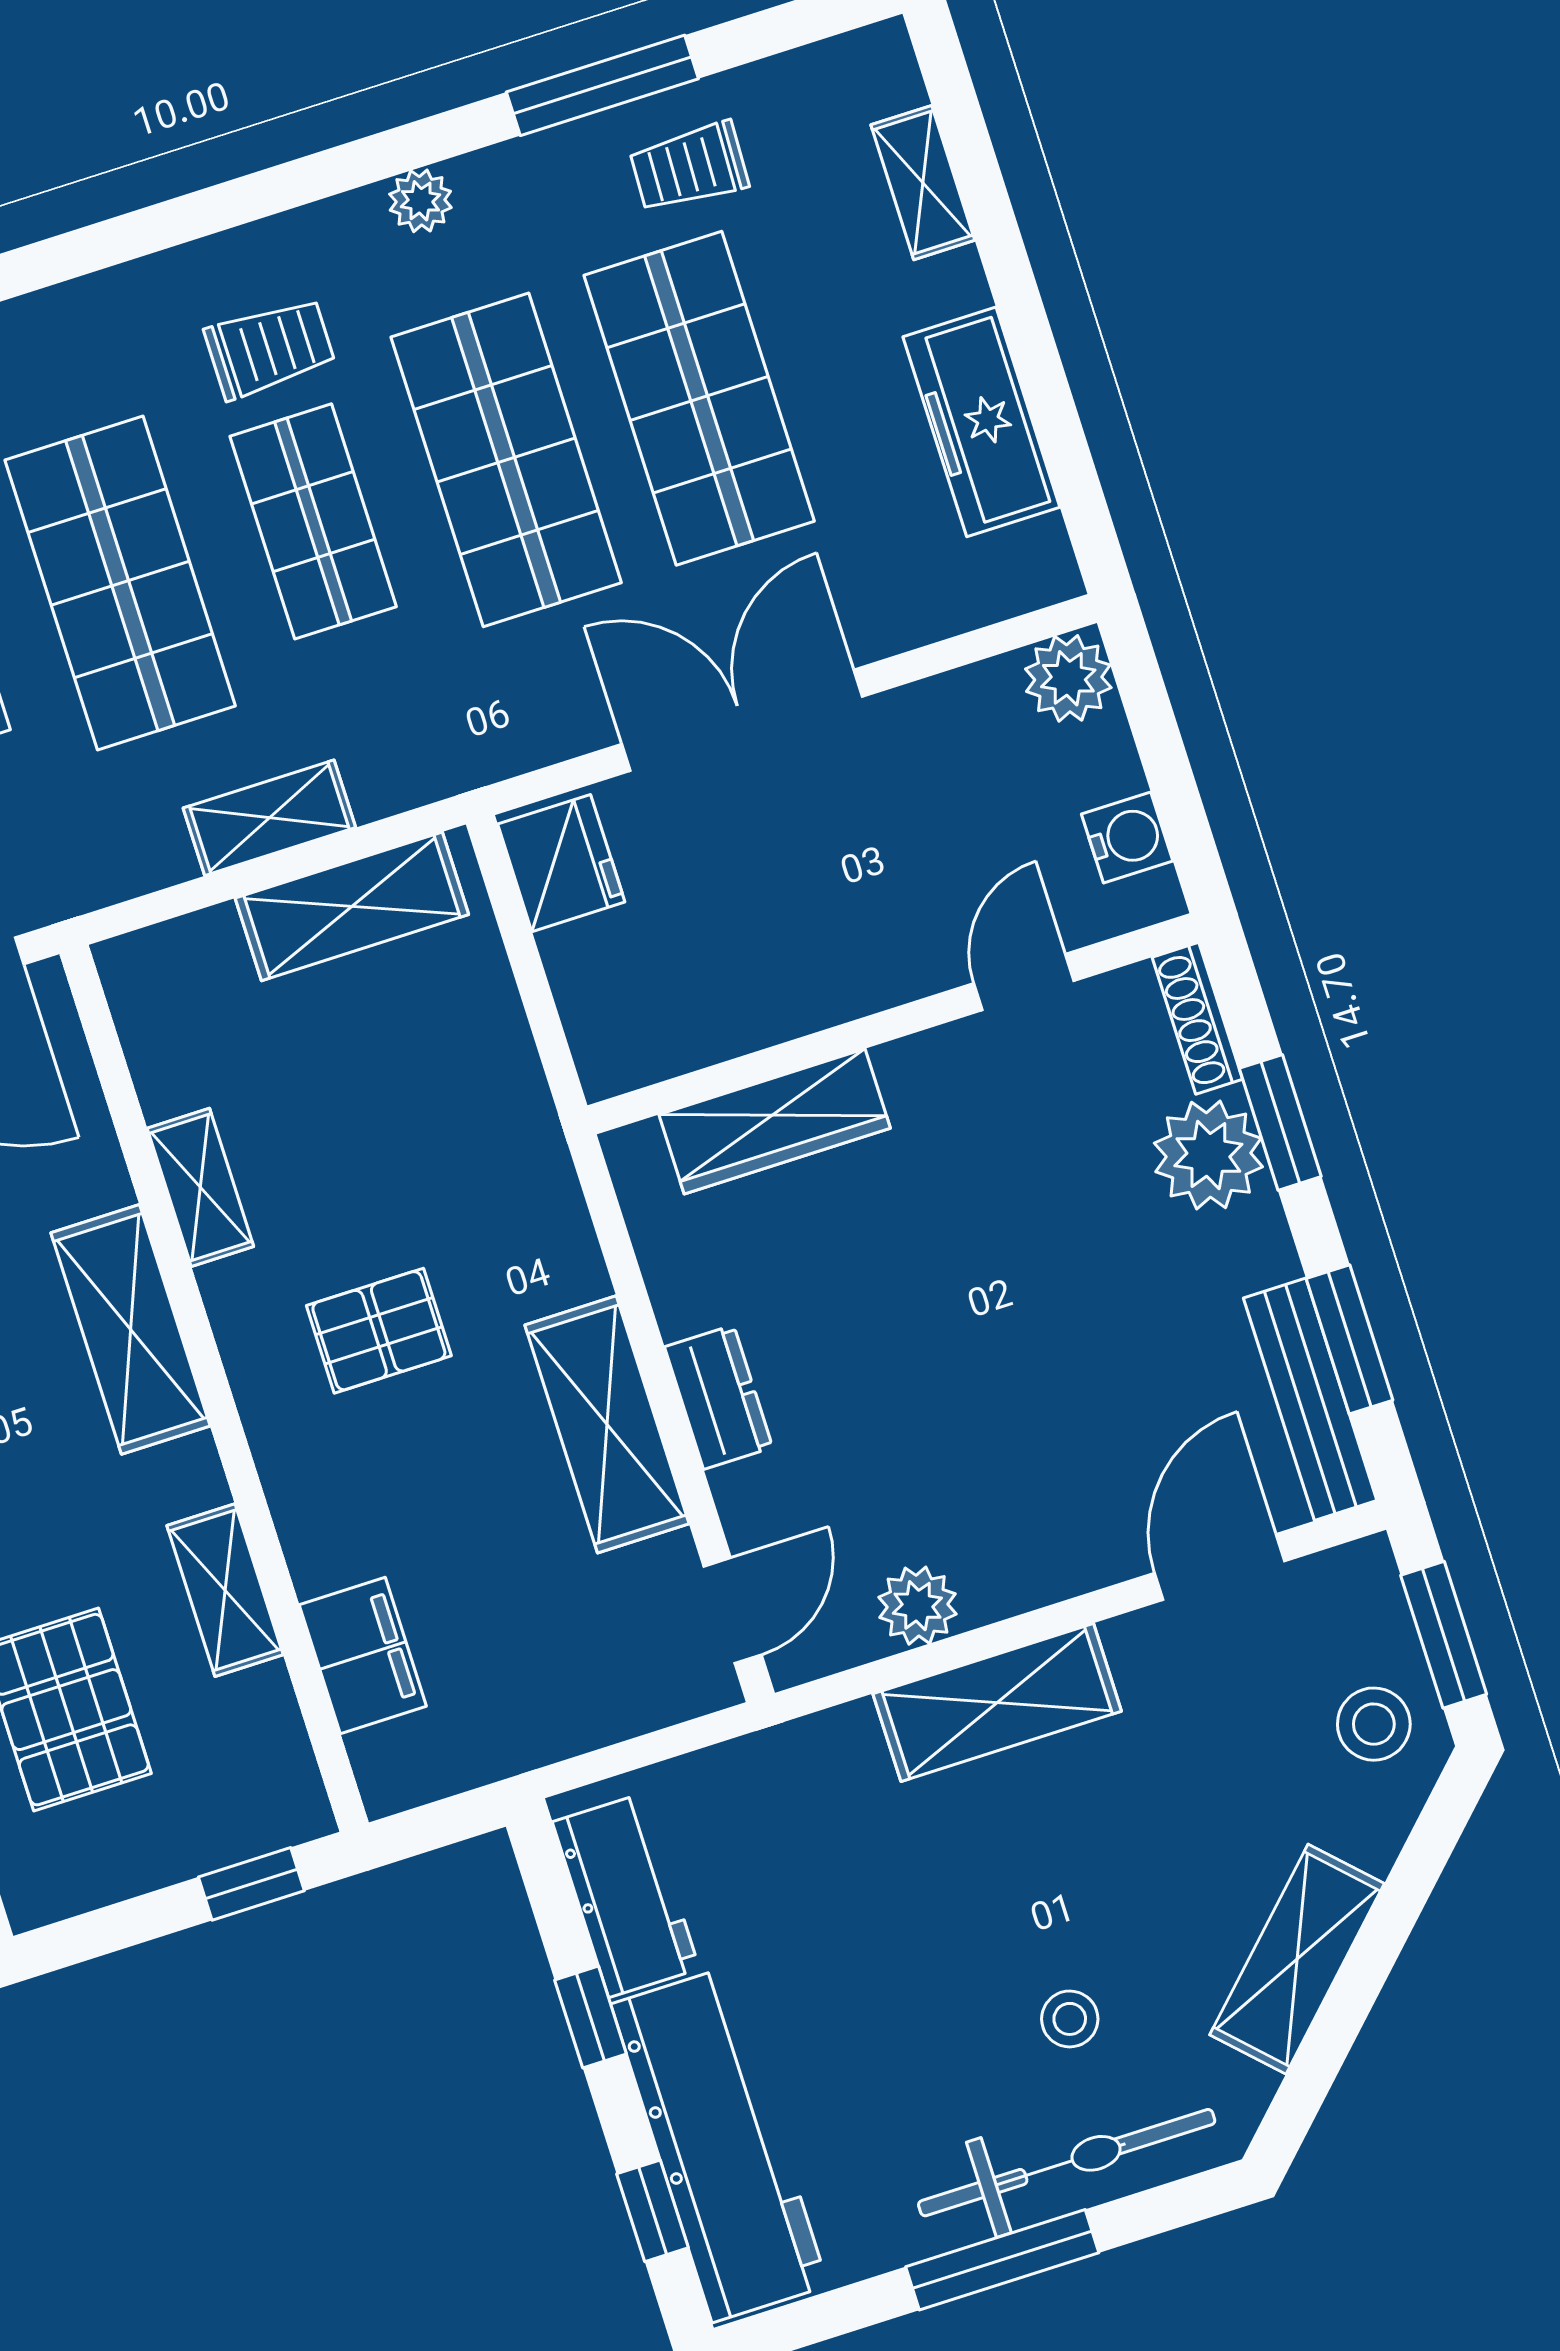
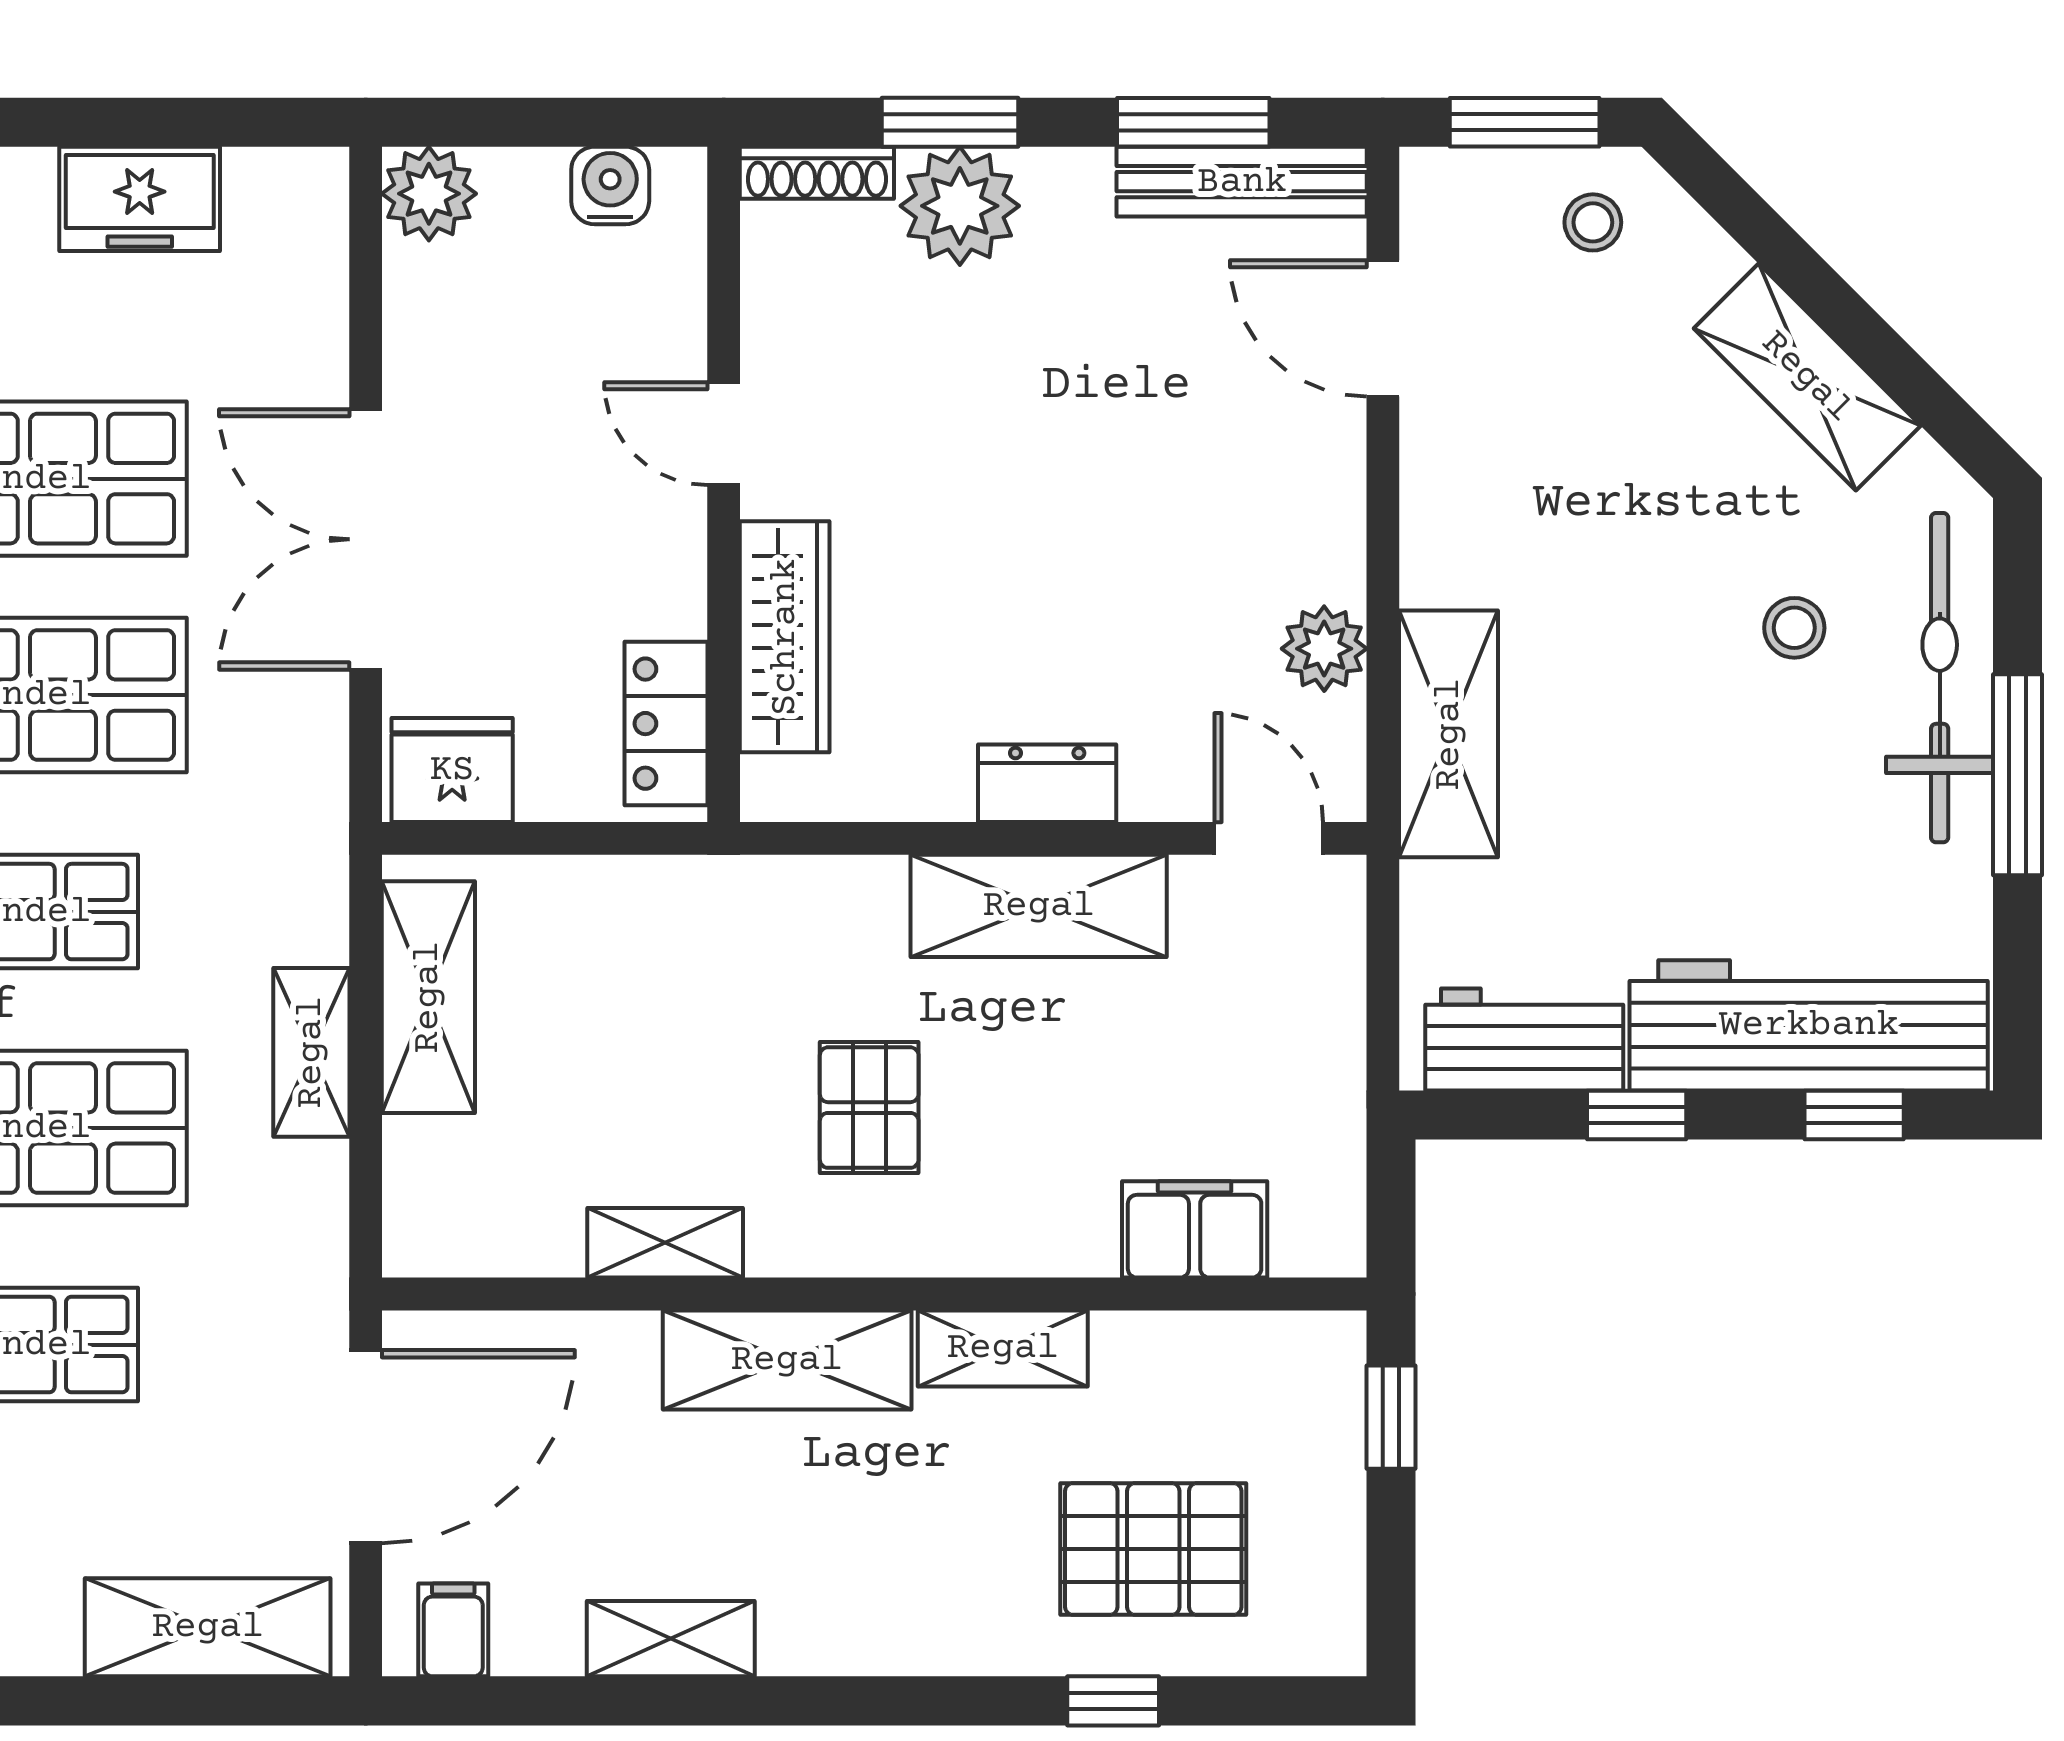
freezer: (981, 422) -> (140, 199), width x0.71
door: (1024, 982) -> (724, 434), moved
locker: (663, 1040) -> (666, 724), added
shelving: (225, 1590) -> (1003, 1348), moved
shelving: (997, 1702) -> (1449, 734), moved
stool: (1374, 1724) -> (1593, 222), width x0.73, depth x0.73

